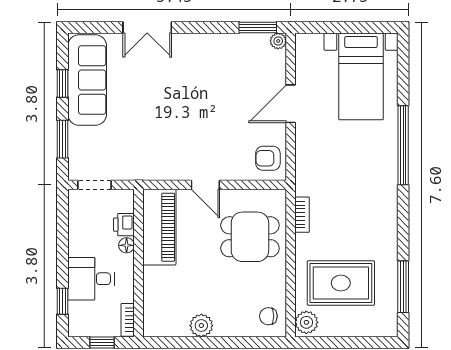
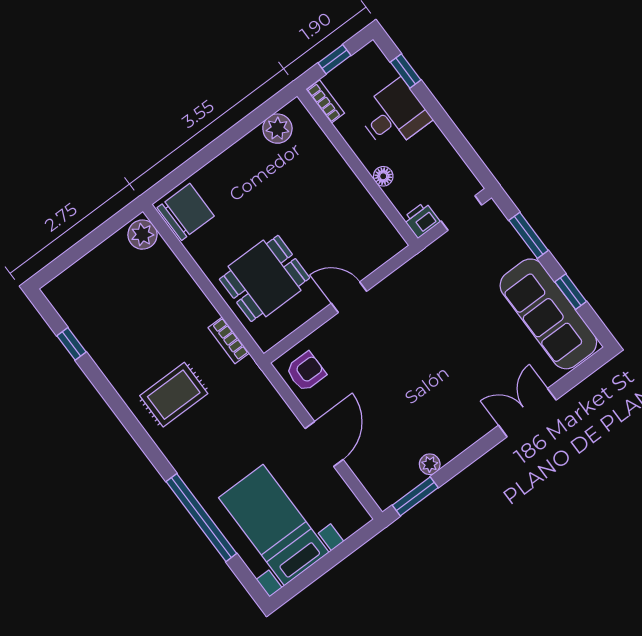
plant: (278, 41) -> (430, 464), moved
window: (403, 145) -> (201, 518), moved
printer: (124, 225) -> (421, 220), moved, turned -90
piano: (159, 227) -> (364, 219), removed
rug: (341, 283) -> (174, 395), moved, width x0.73, depth x0.70
window: (403, 287) -> (71, 344), width x0.46
chair: (268, 316) -> (186, 212), width x1.87, depth x1.87
plant: (201, 326) -> (277, 129), moved

